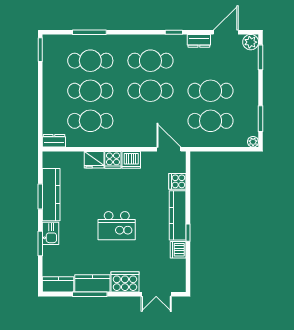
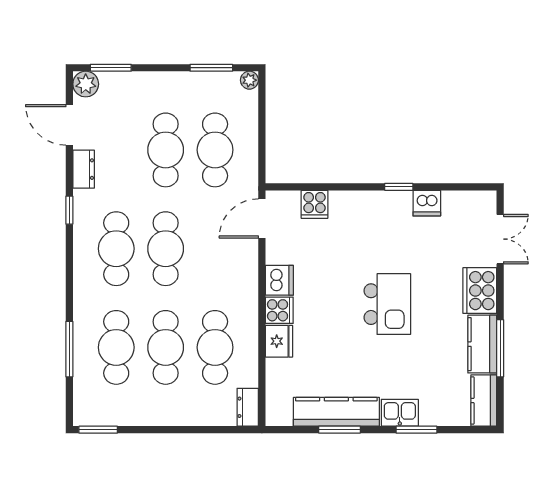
kitchen counter: (178, 215) -> (370, 204), removed

